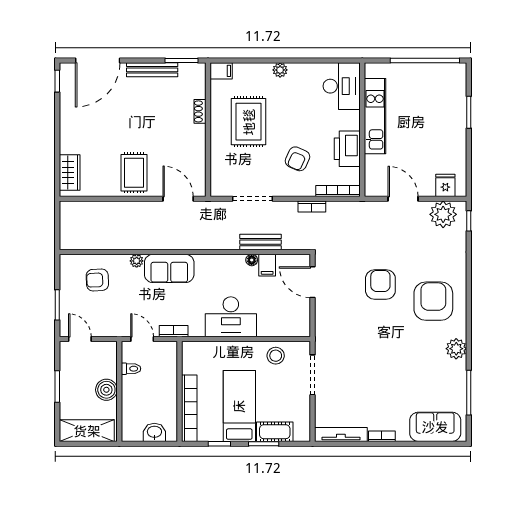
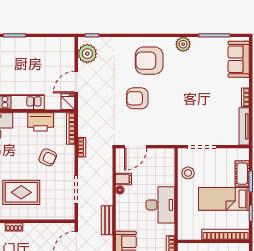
fridge: (445, 185) -> (68, 102), moved, turned 90
bench: (261, 242) -> (107, 220), moved

